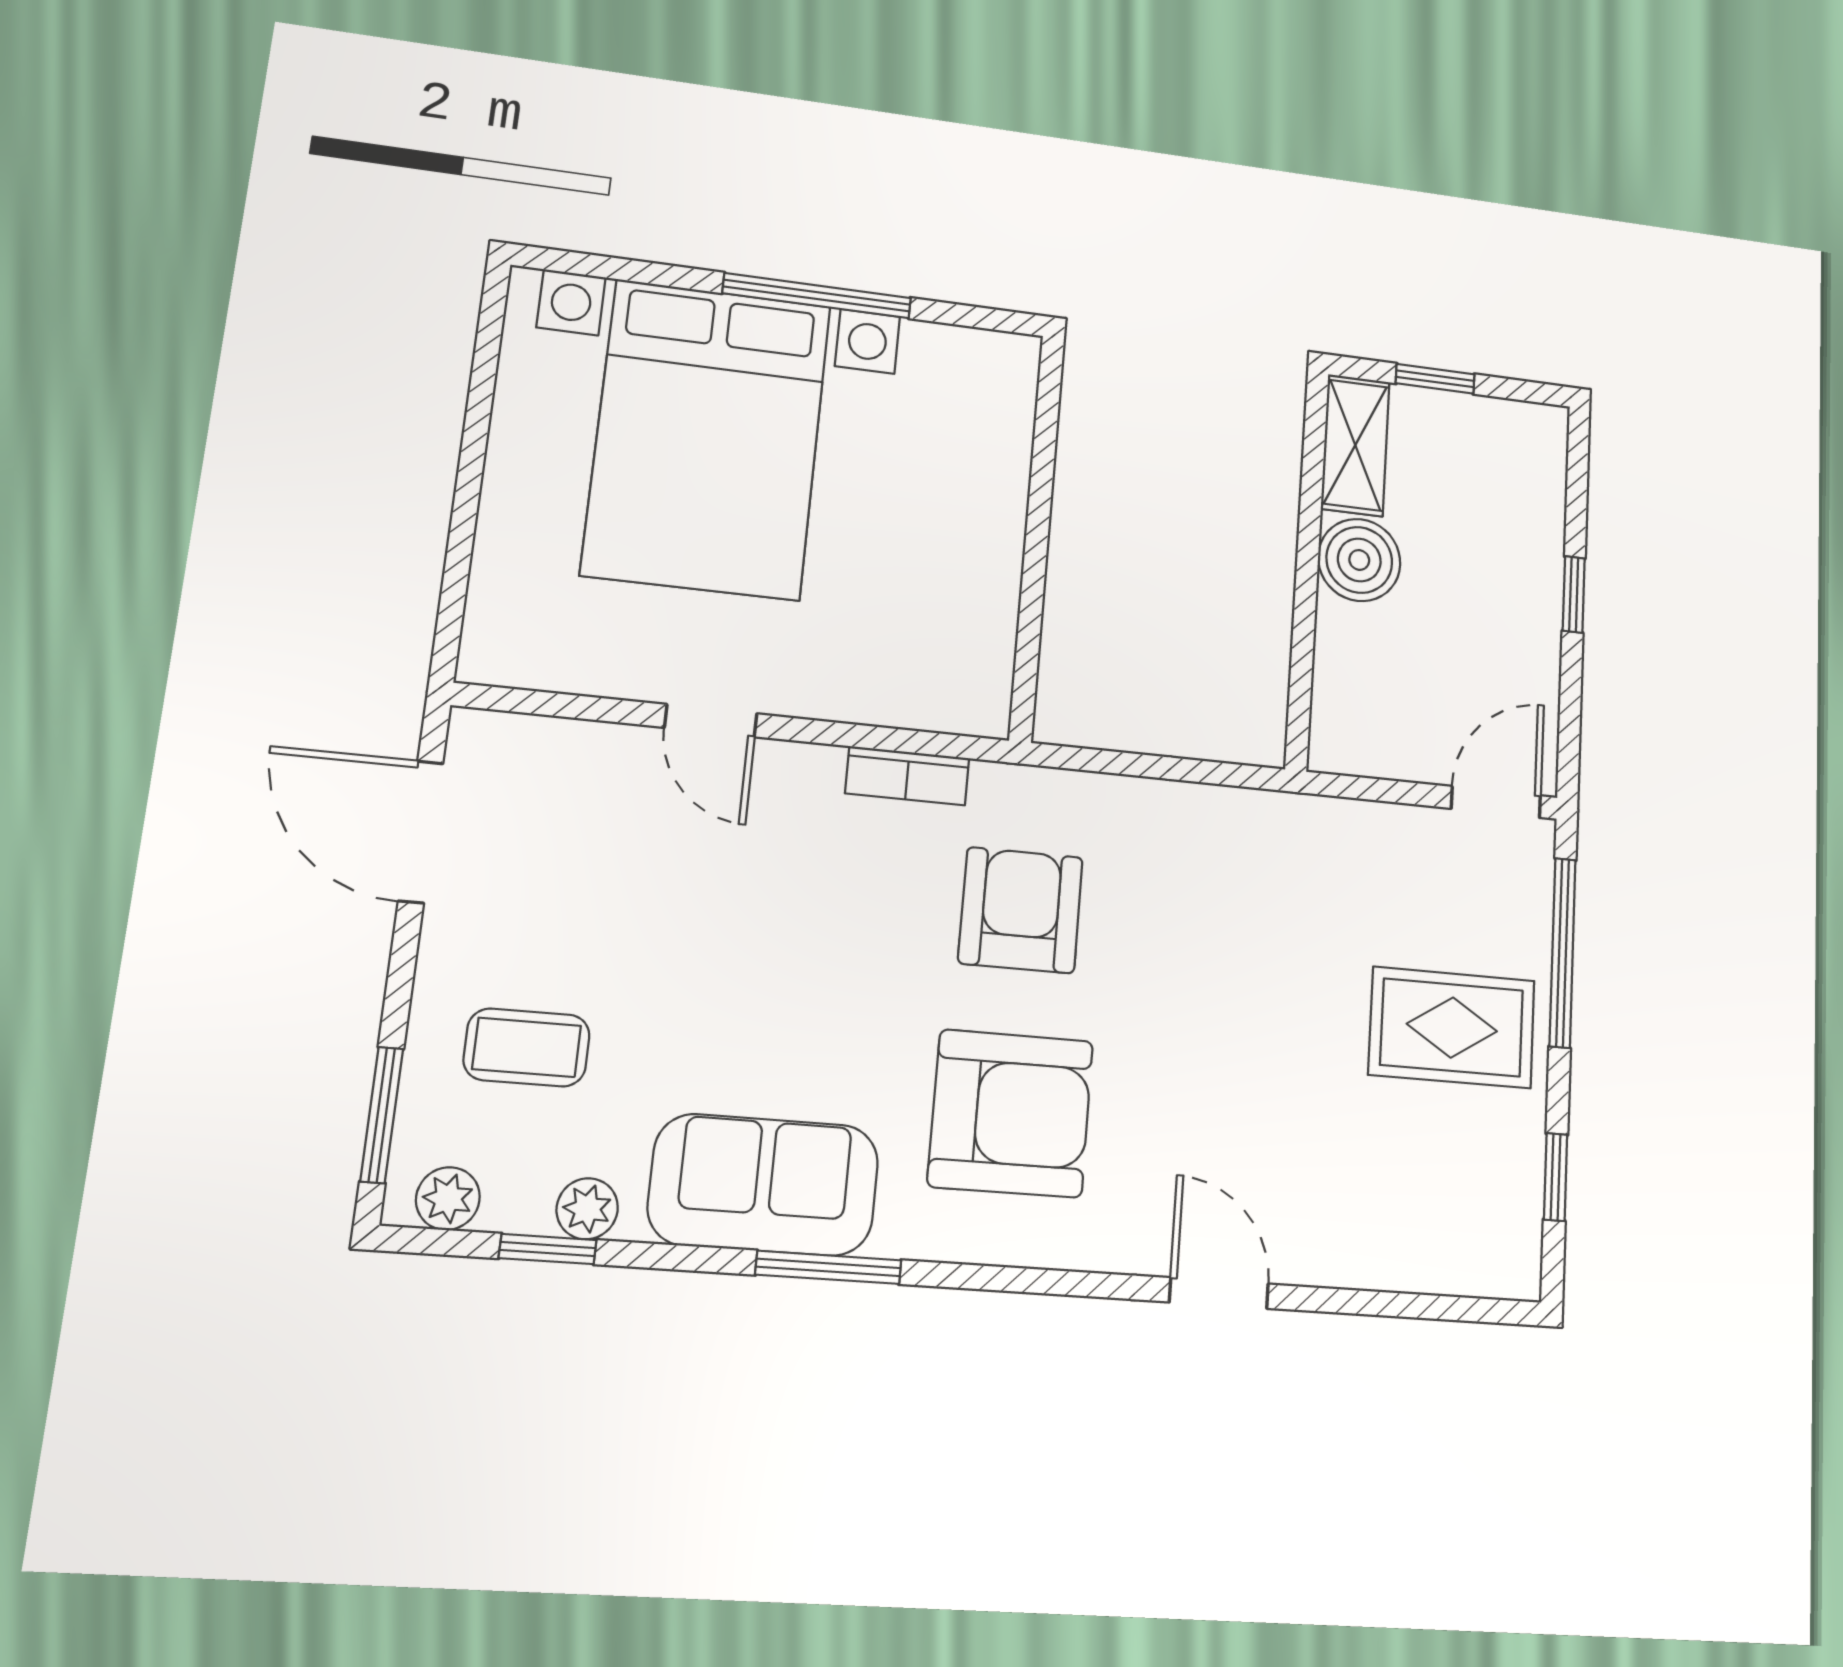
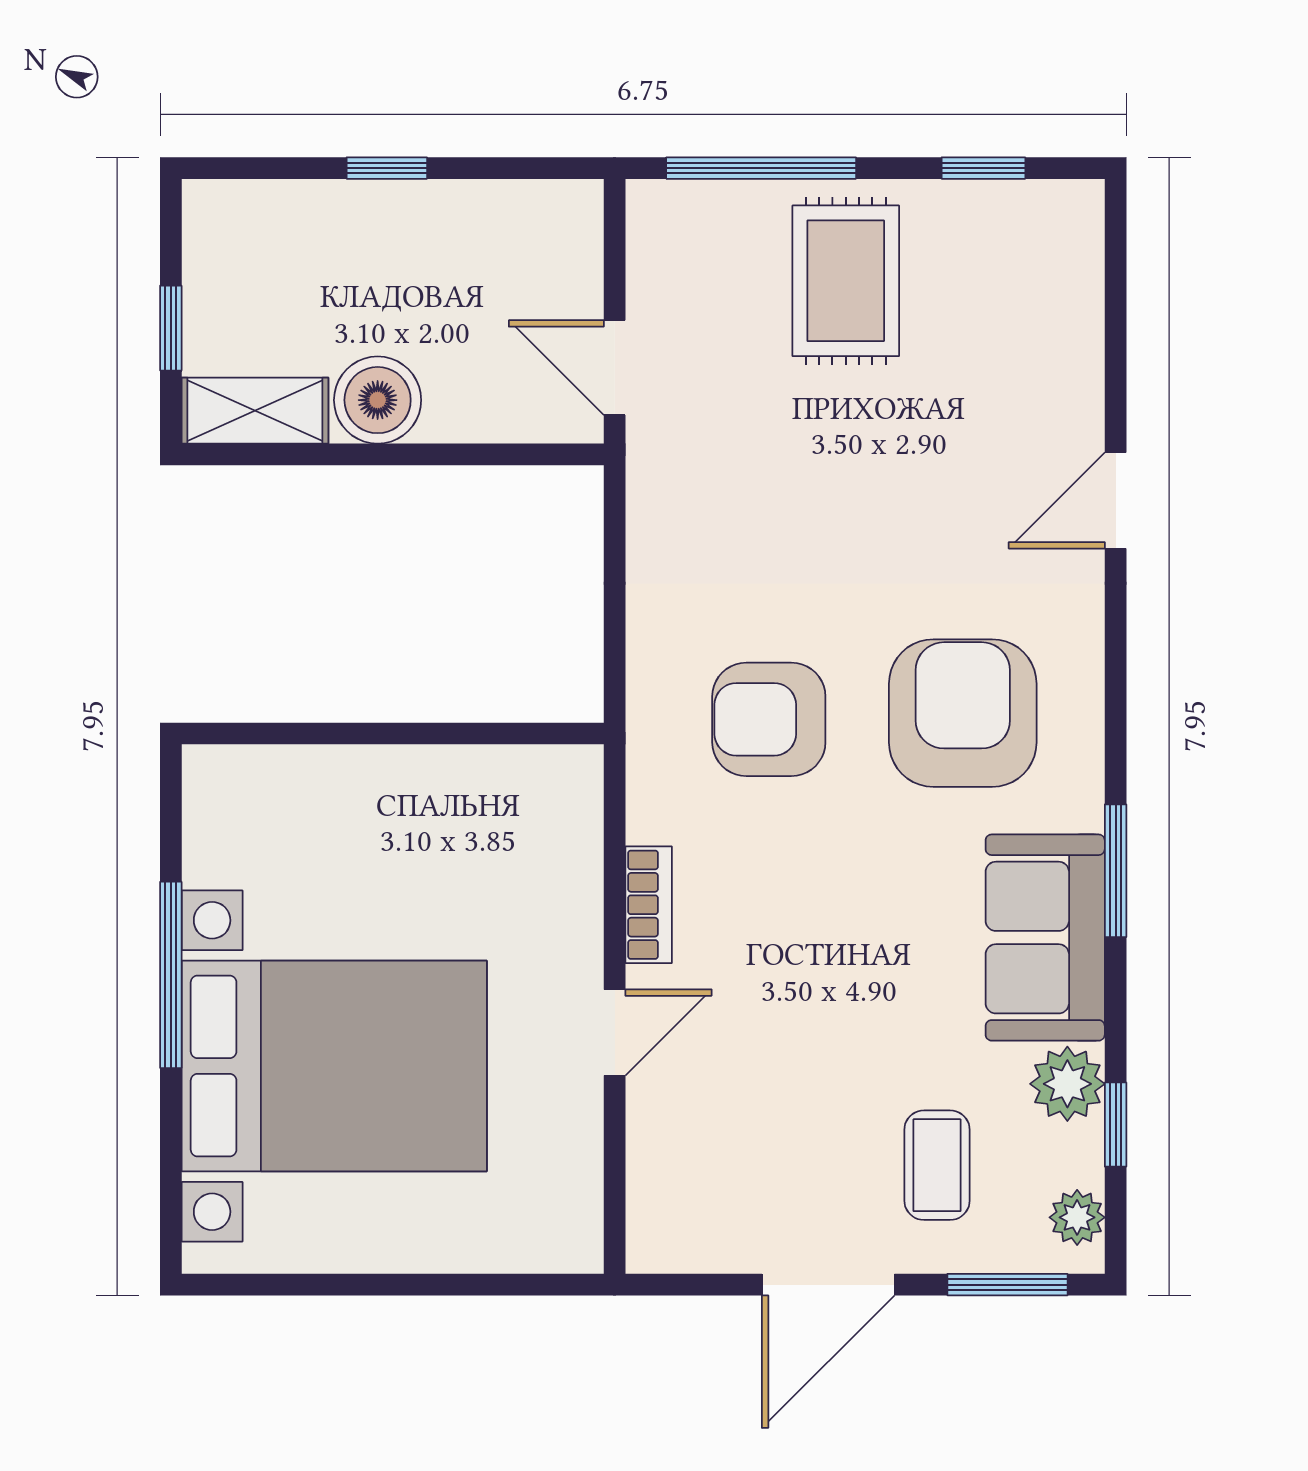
bookcase: (907, 776) -> (649, 905), moved
door: (1496, 802) -> (615, 368), moved
door: (421, 832) -> (828, 1285), moved
plant: (587, 1209) -> (1067, 1084), width x1.38, depth x1.38

